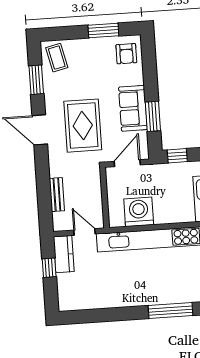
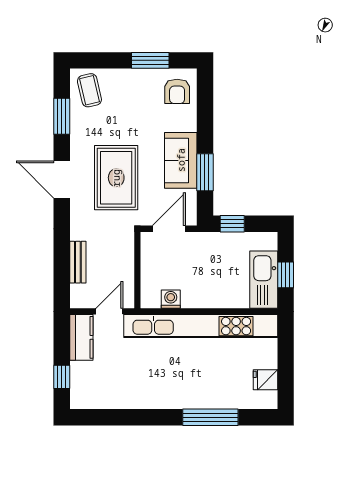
washing machine: (139, 212) -> (171, 299), width x0.53, depth x0.53
door: (84, 232) -> (109, 311), hinge flipped
window: (49, 268) -> (62, 377), moved

